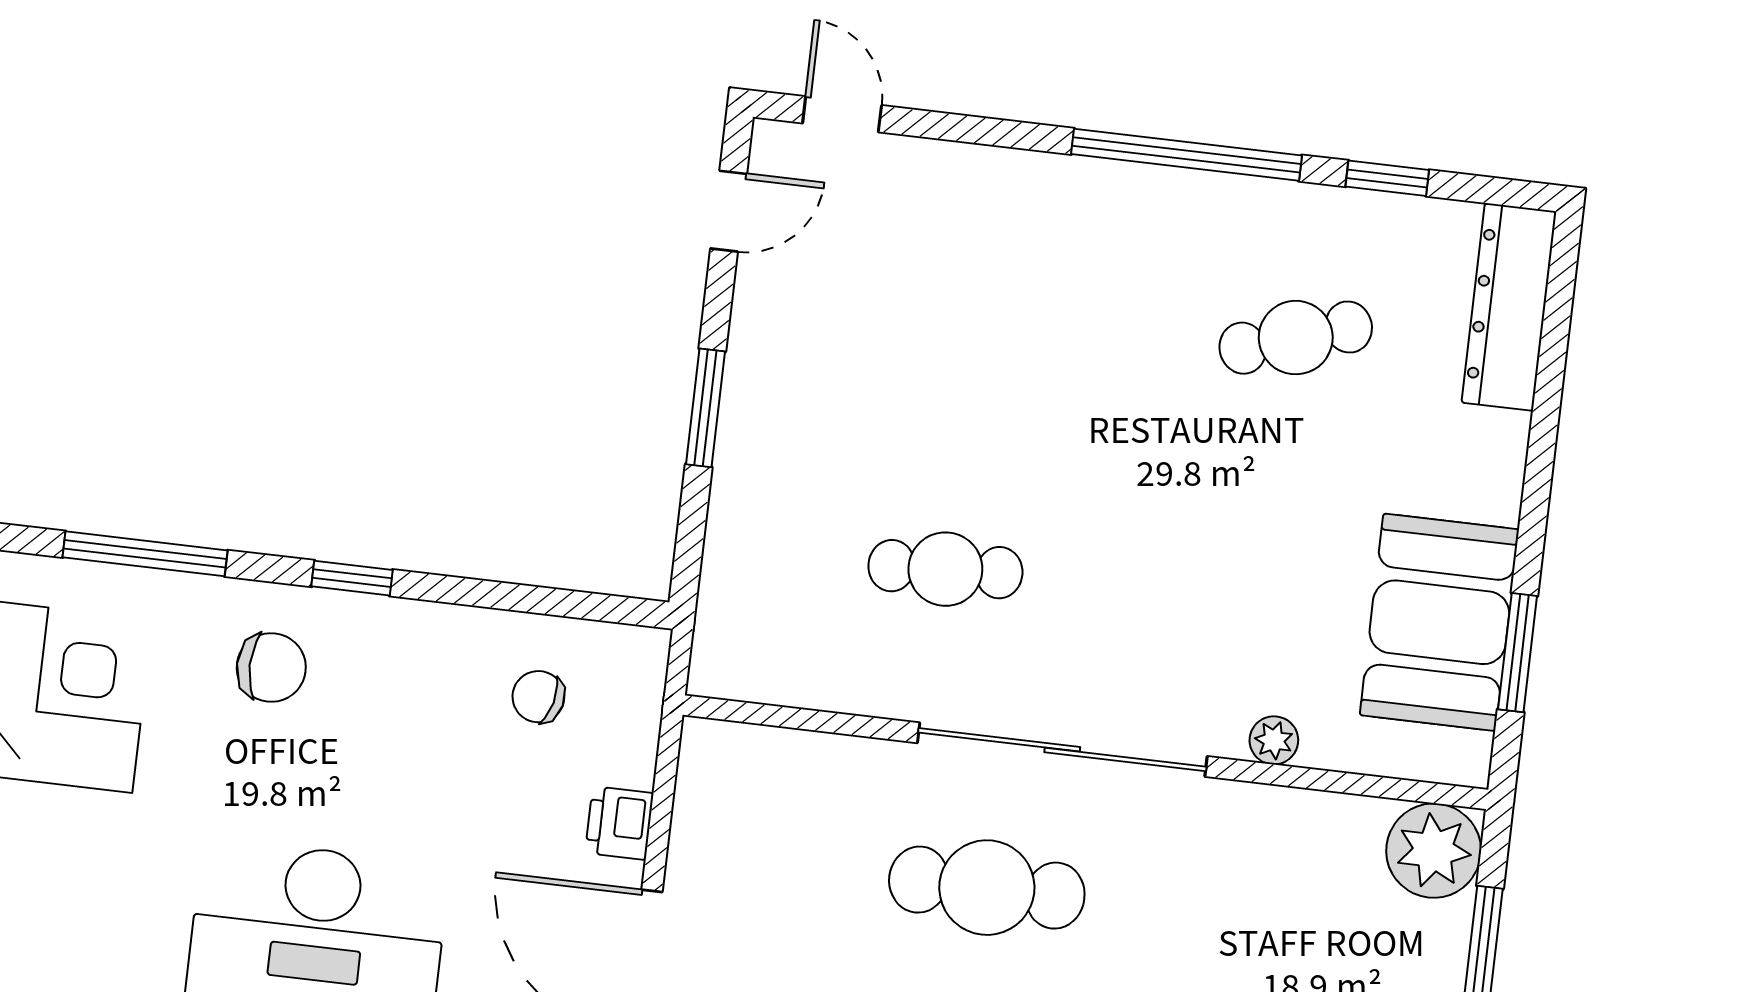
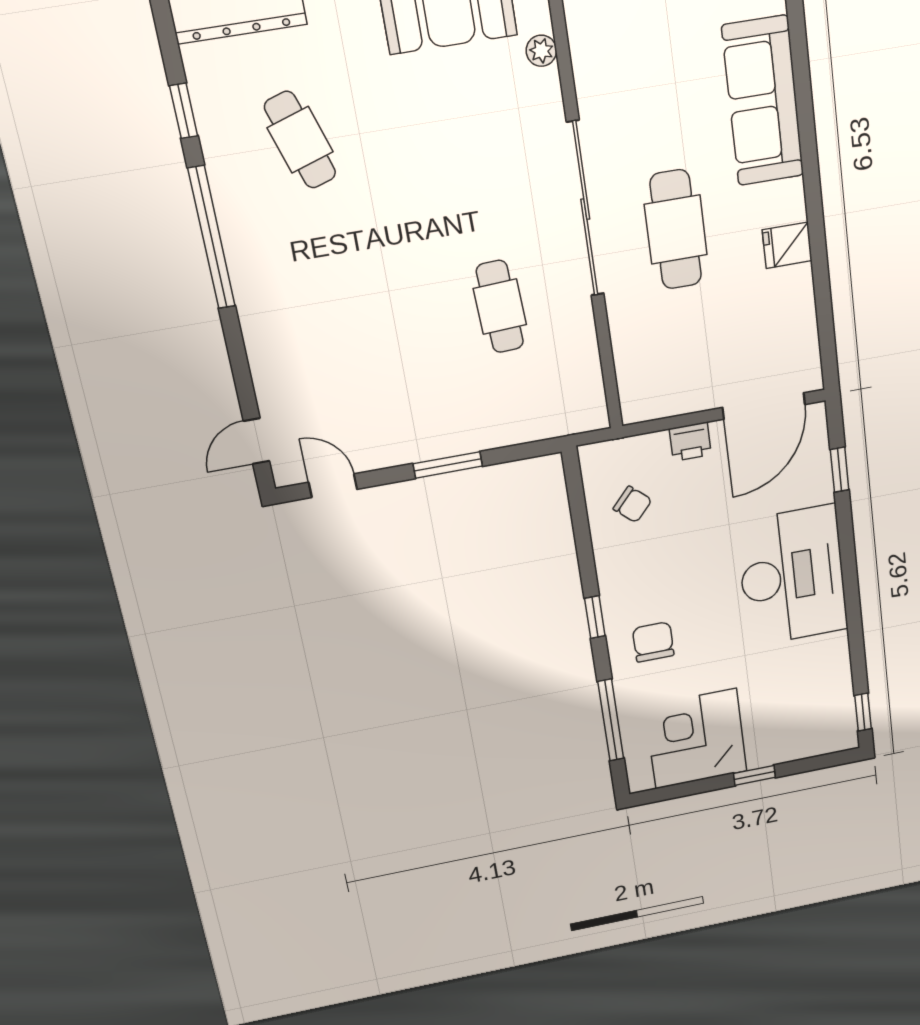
chair: (538, 697) -> (633, 504), turned -62
plant: (1274, 740) -> (541, 51), moved

